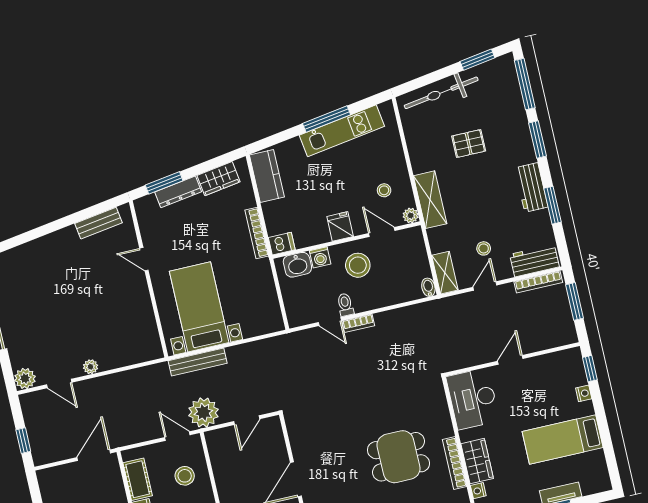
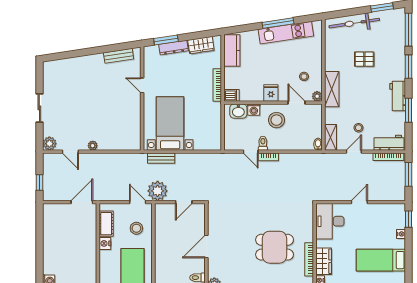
bench: (198, 362) -> (161, 158), width x0.73

